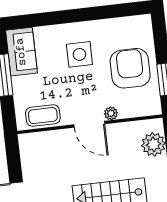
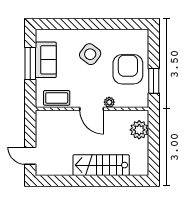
sofa: (21, 52) -> (46, 60), moved
side table: (79, 54) -> (90, 54), turned 37

